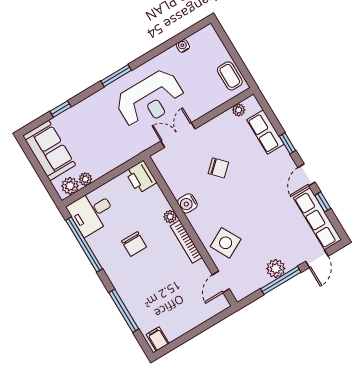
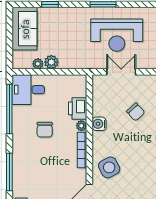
printer: (141, 177) -> (78, 108), moved
plant: (70, 186) -> (51, 62), moved

